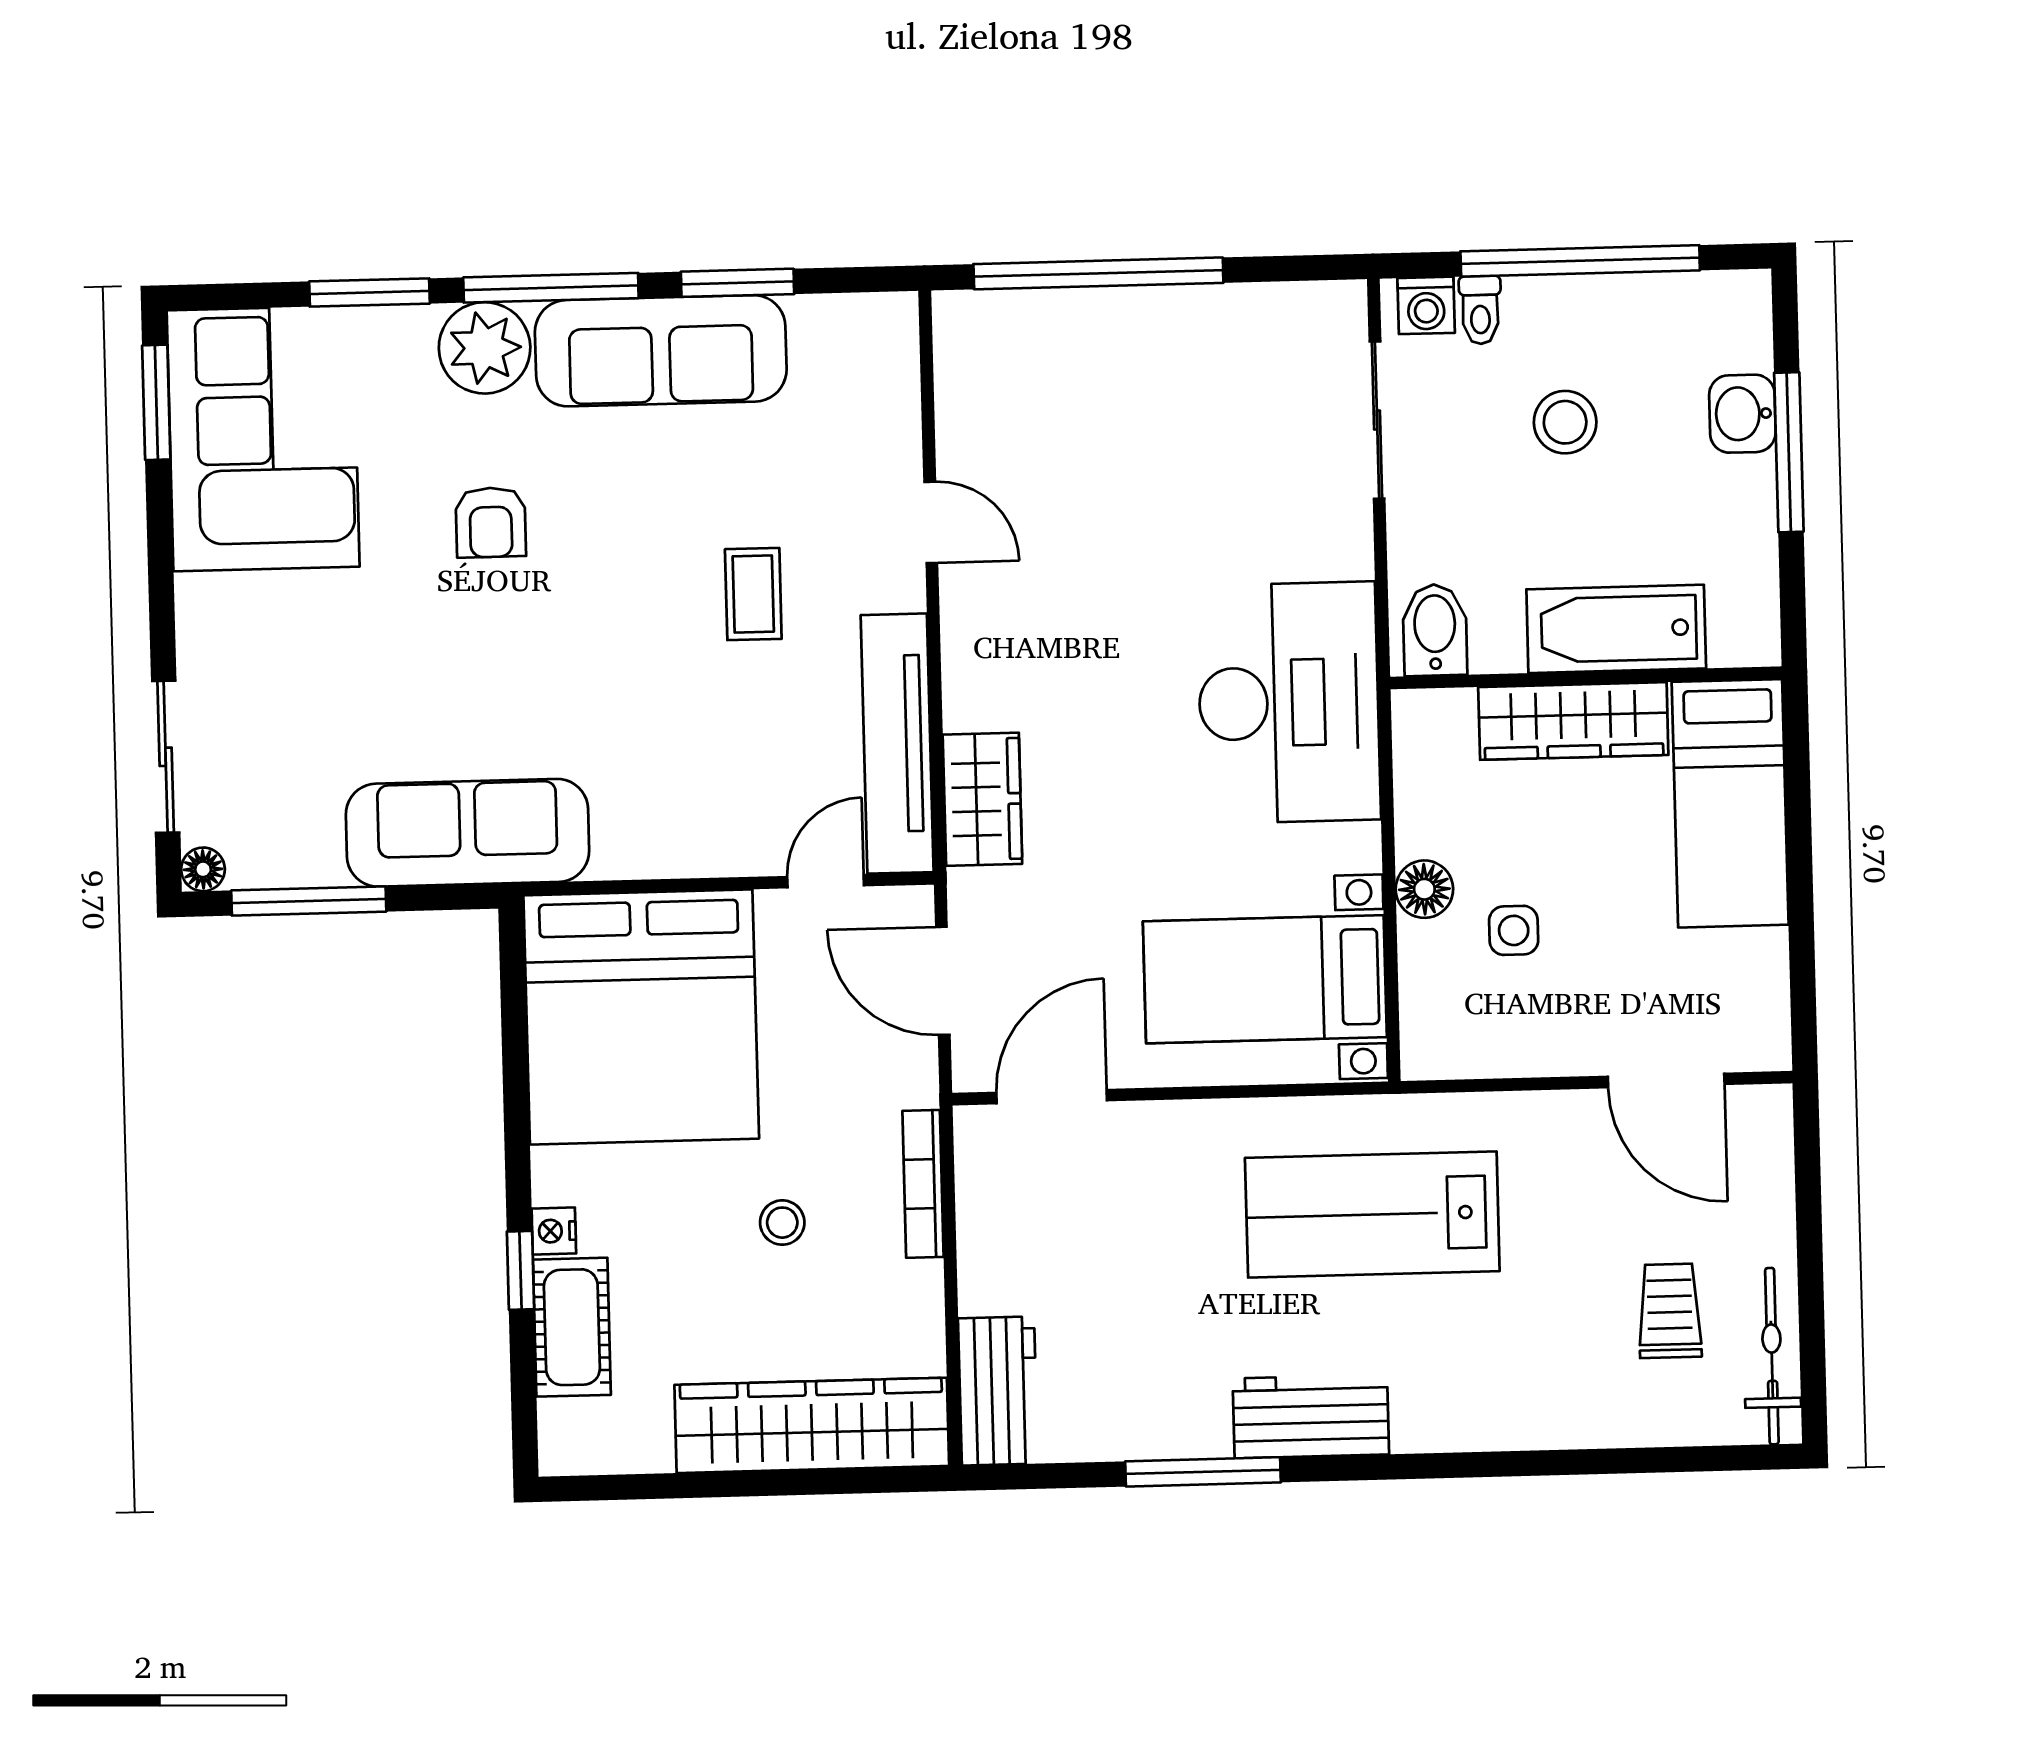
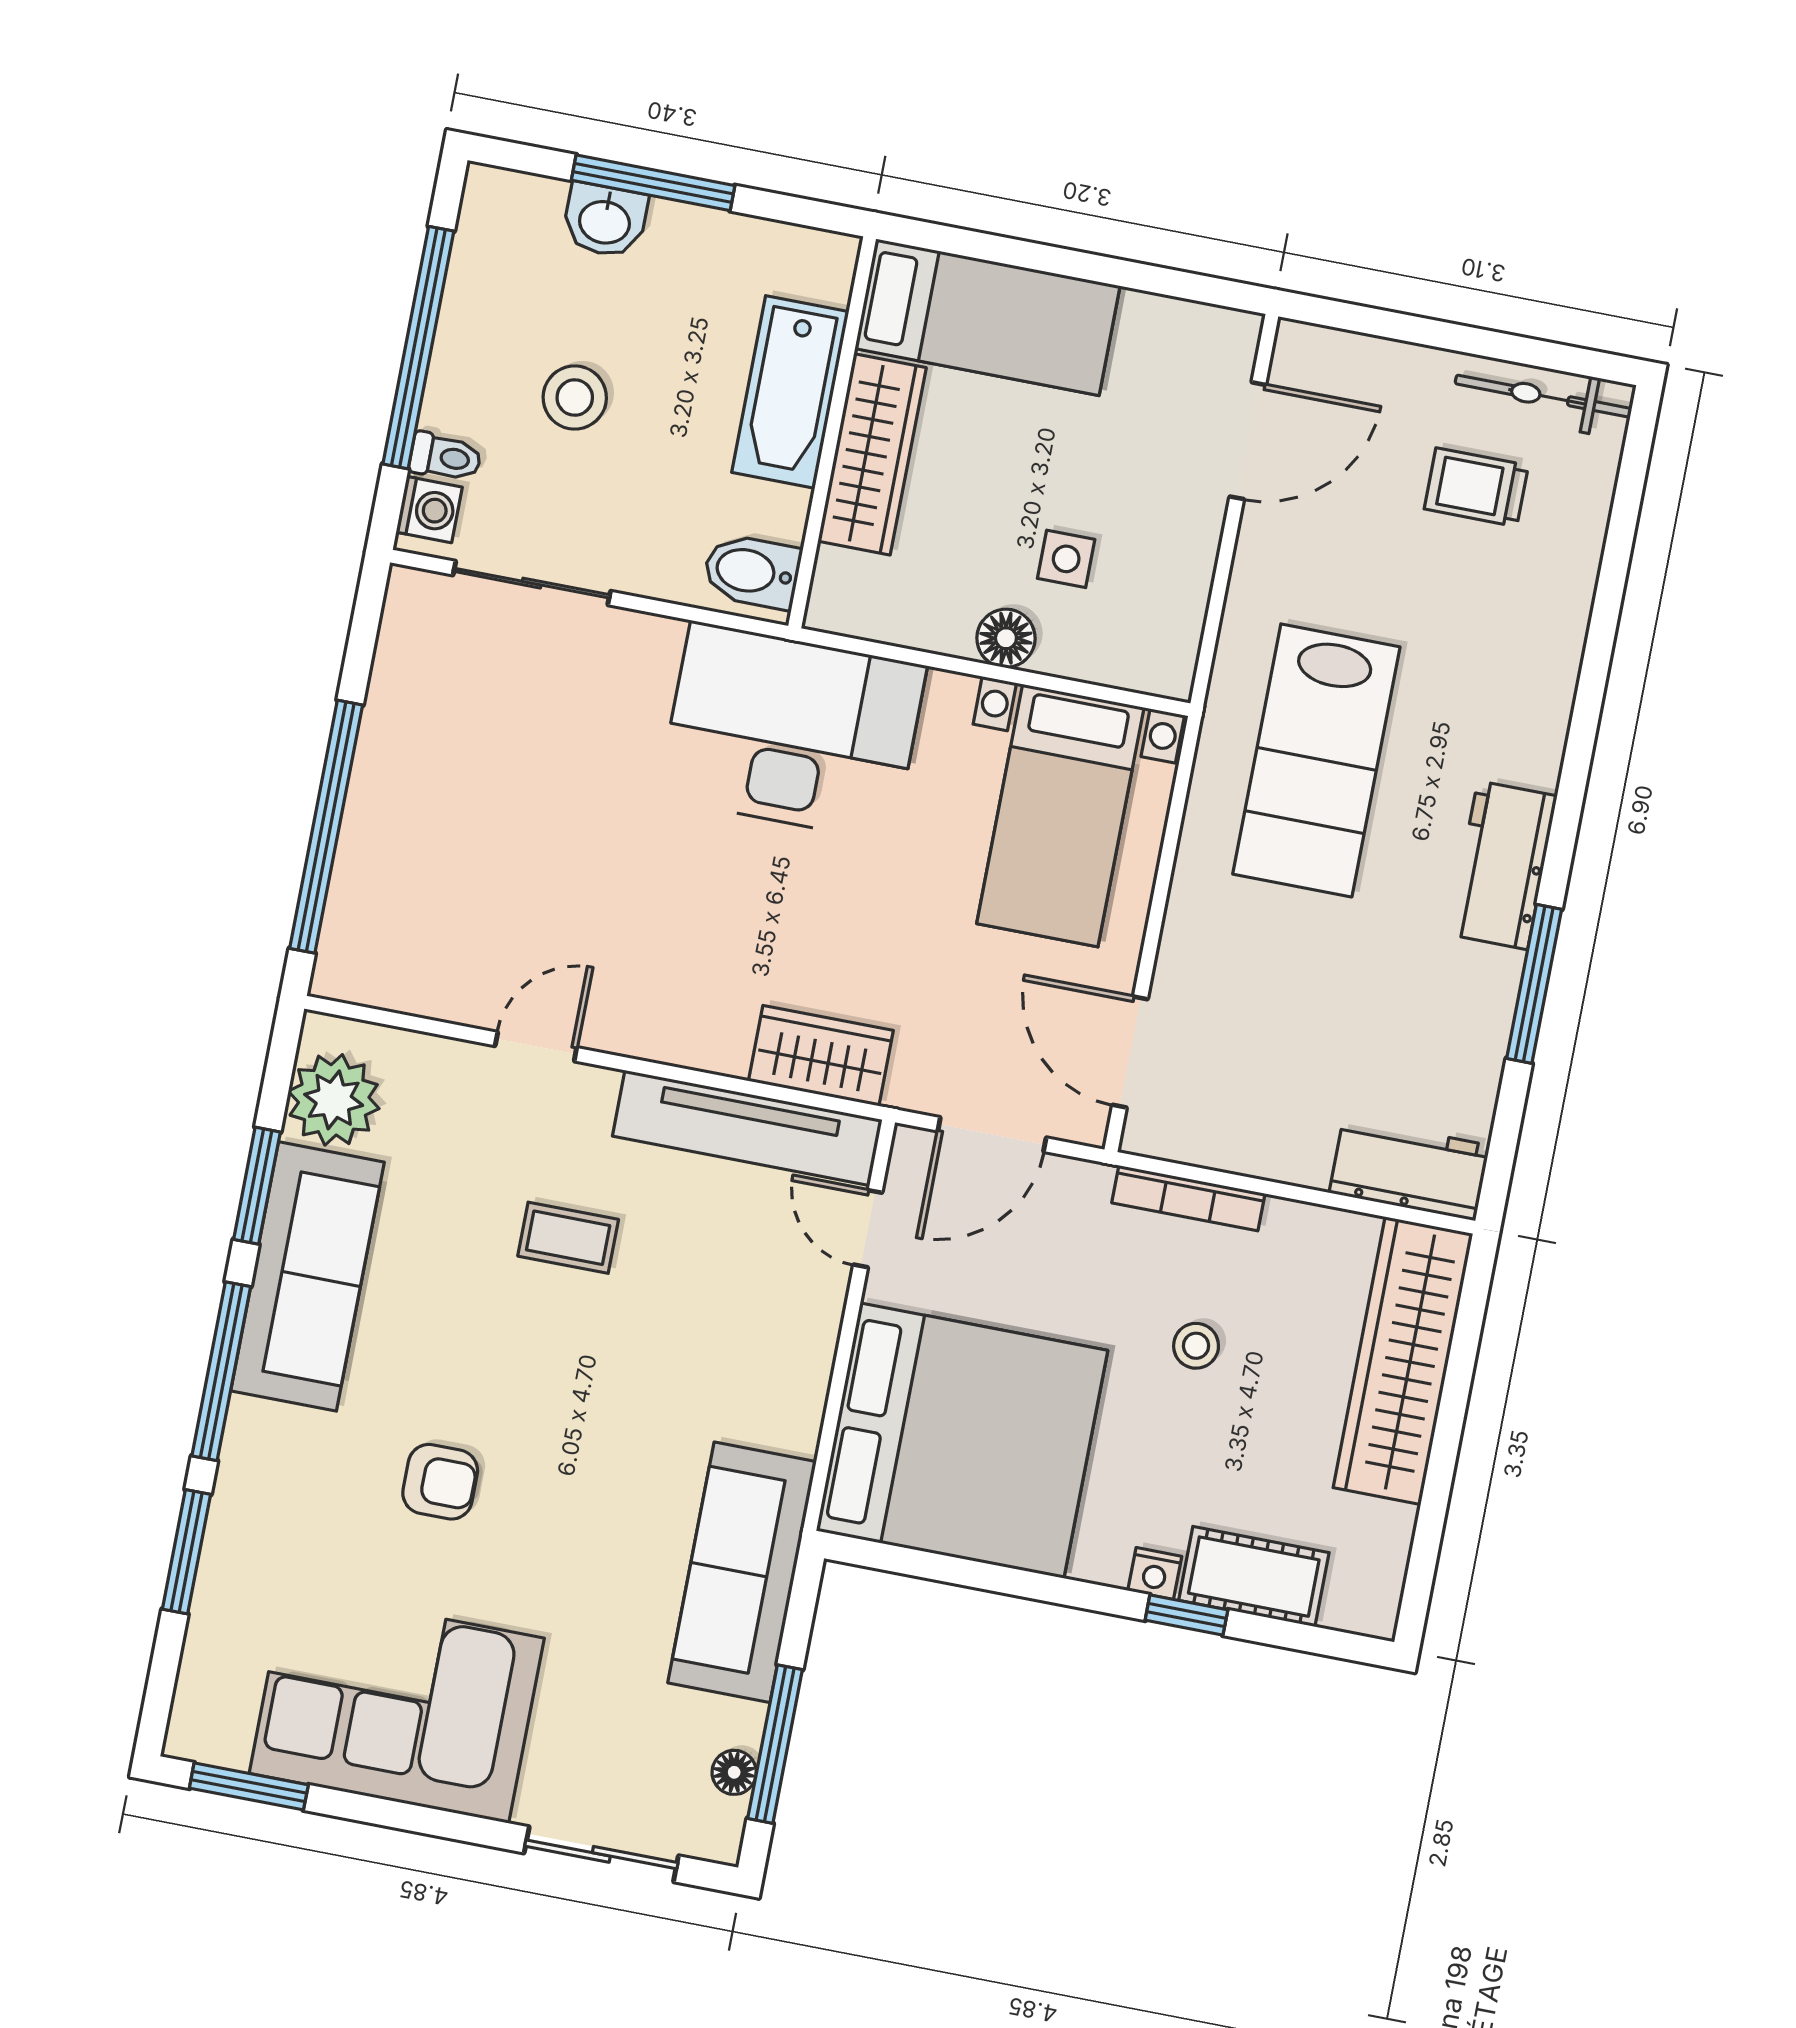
plant: (485, 348) -> (334, 1100), moved
corner sofa: (263, 439) -> (397, 1706), moved
floor lamp: (203, 869) -> (734, 1772), moved

